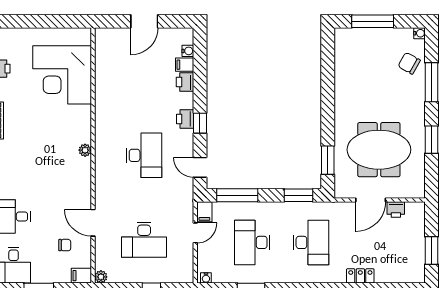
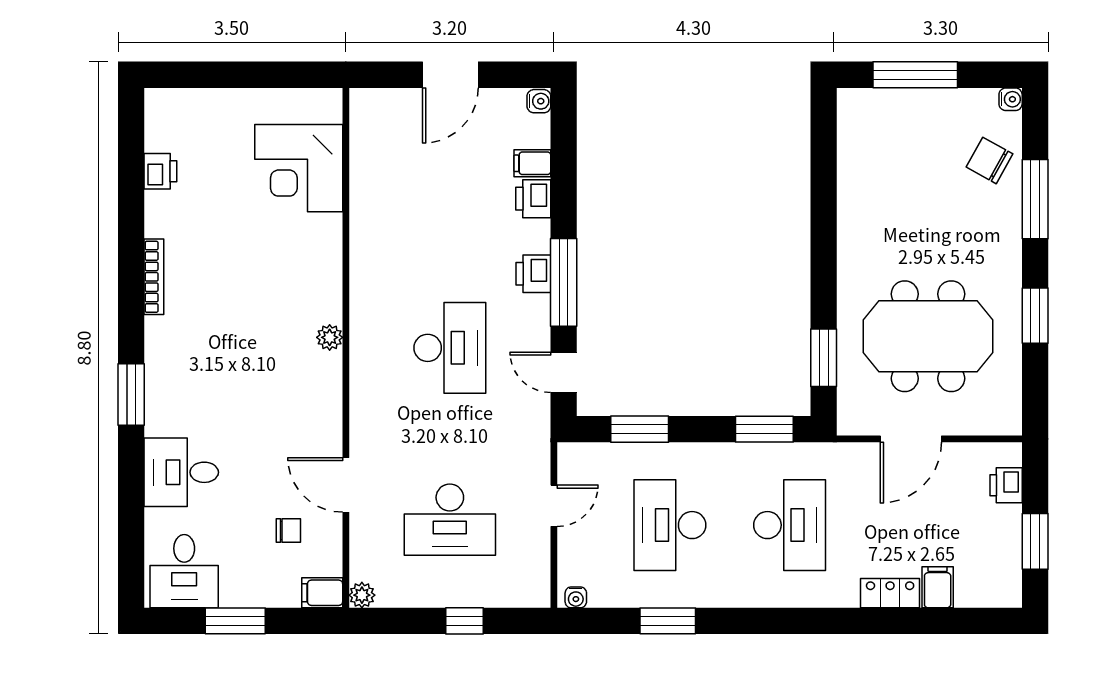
water cooler: (188, 51) -> (539, 101), moved
corner desk: (62, 75) -> (299, 168), width x0.74, depth x0.74
window: (200, 123) -> (564, 282), width x2.17
window: (237, 195) -> (640, 429), width x0.69
printer: (396, 210) -> (1006, 485), moved, turned 90
filing cabinet: (204, 212) -> (938, 587), moved, turned 180

